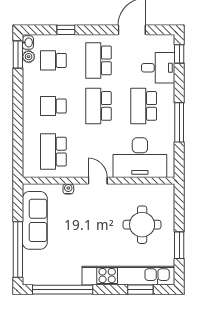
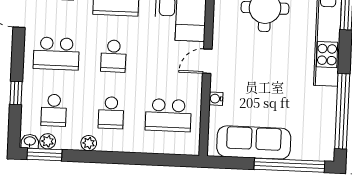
plant: (29, 89) -> (89, 143), added
school desk: (99, 106) -> (113, 56), width x0.54

